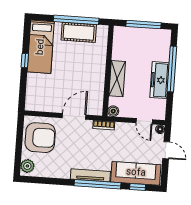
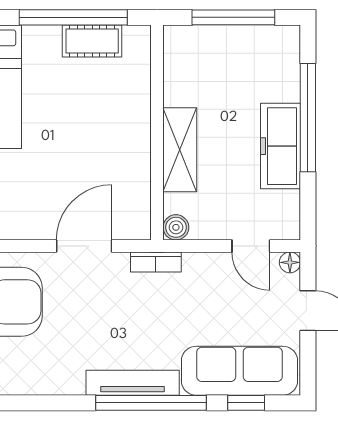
cot: (79, 32) -> (92, 41), width x0.73, depth x0.75

